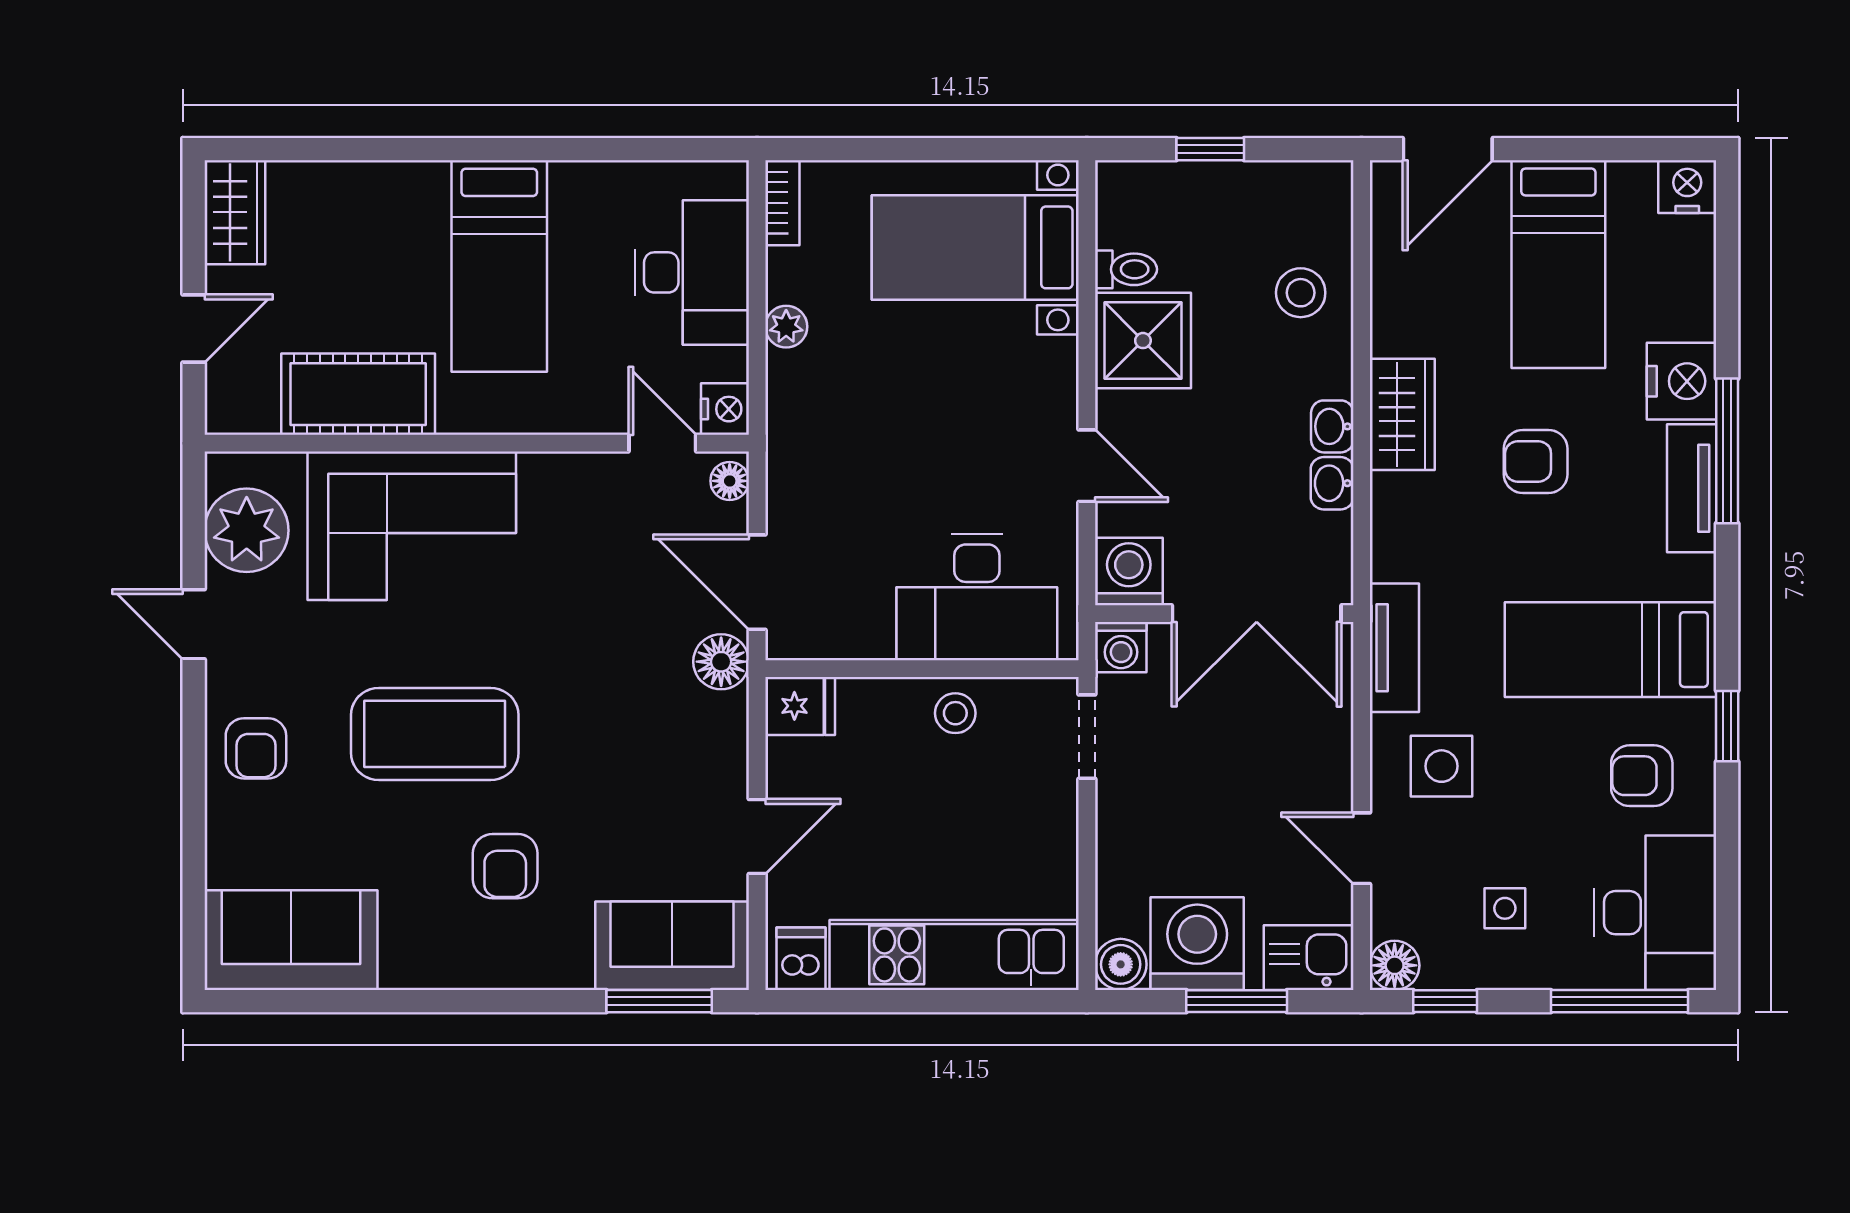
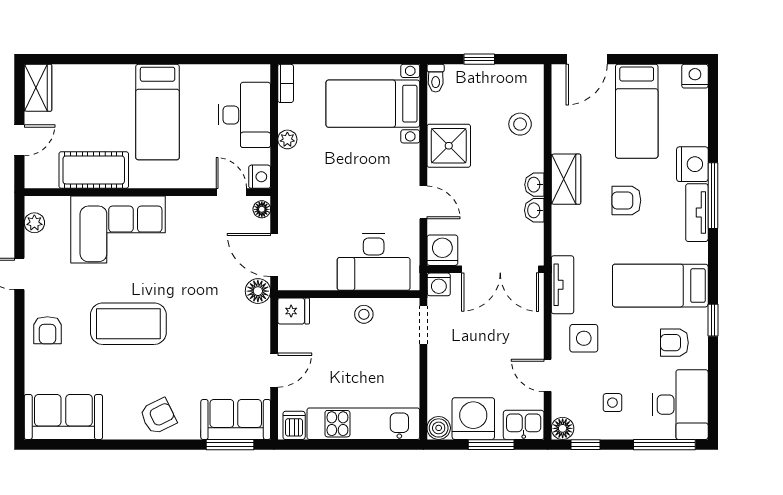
toilet: (1126, 269) -> (436, 78), moved, turned 90
plant: (247, 530) -> (34, 223), width x0.53, depth x0.53
armchair: (505, 866) -> (158, 416), moved, turned -116

